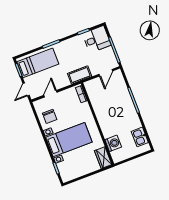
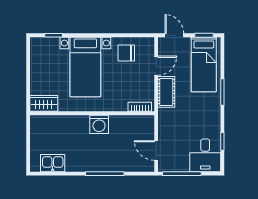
cot: (80, 75) -> (166, 92), moved
door: (50, 94) -> (156, 66), hinge flipped
washing machine: (113, 143) -> (99, 124), moved

